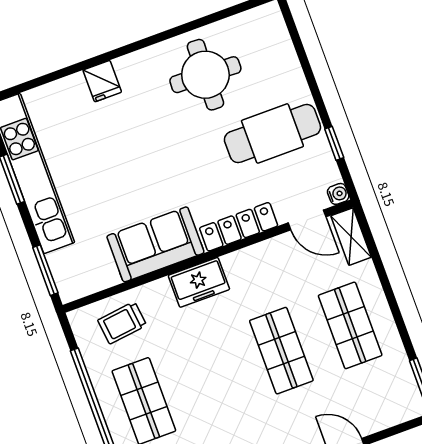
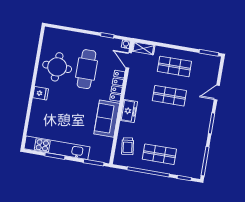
fridge: (102, 81) -> (41, 93), moved
cafe table: (272, 133) -> (86, 69), moved
door: (307, 220) -> (129, 60), swing flipped

